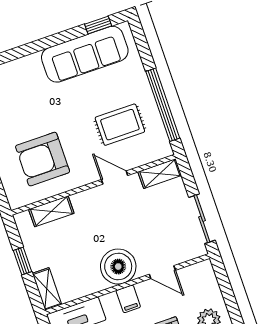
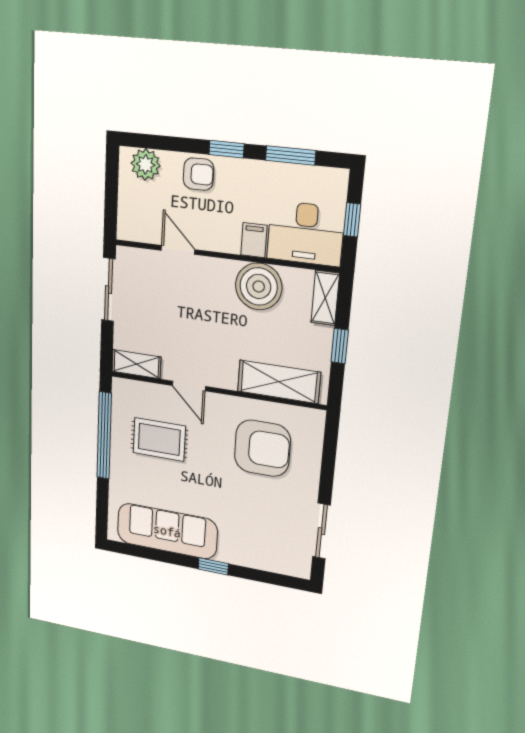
window: (98, 25) -> (213, 566), moved
shelving: (51, 211) -> (279, 382), width x1.50, depth x1.33
boiler: (118, 267) -> (259, 286), moved
filing cabinet: (128, 299) -> (254, 240), moved

